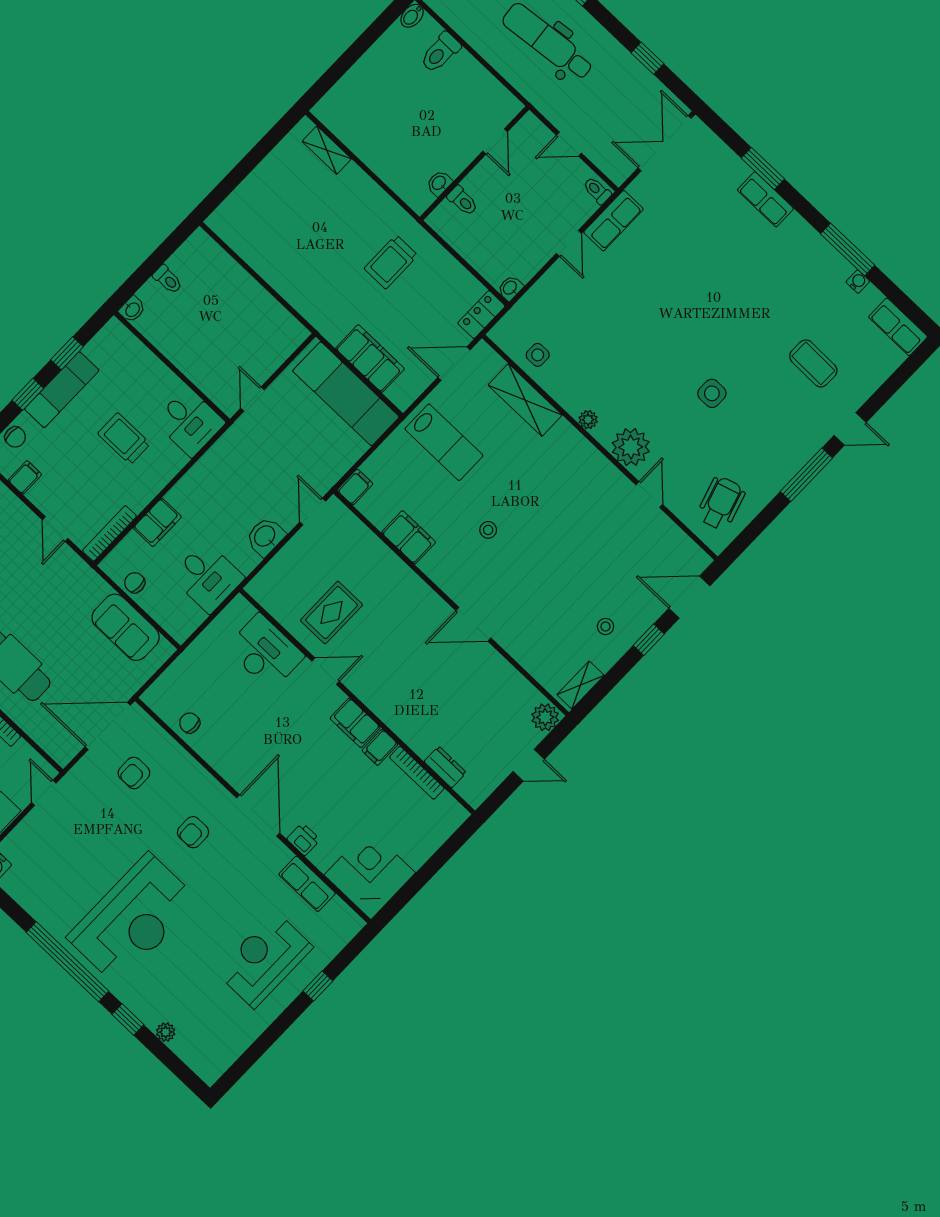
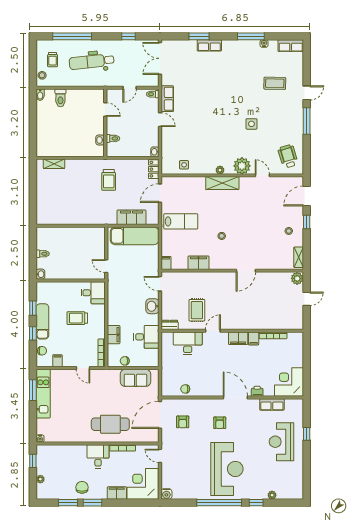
shelving: (525, 400) -> (222, 183), moved
dresser: (445, 767) -> (170, 325), moved

